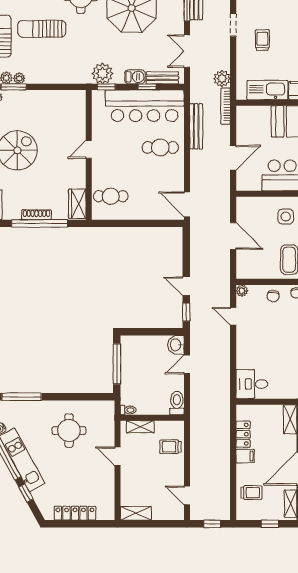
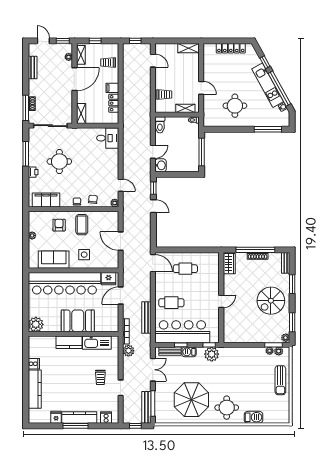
sun lounger: (42, 29) -> (254, 385), removed
fridge: (251, 182) -> (109, 279), added
cafe table: (111, 196) -> (185, 269), moved

